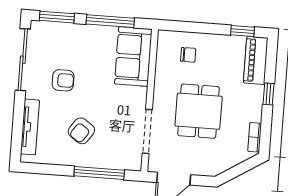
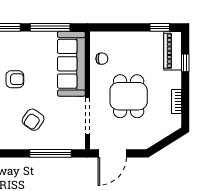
chair: (188, 55) -> (102, 59), moved
sofa: (133, 57) -> (71, 64), width x1.36
window: (268, 94) -> (185, 63), moved
bookcase: (255, 137) -> (176, 101), moved

